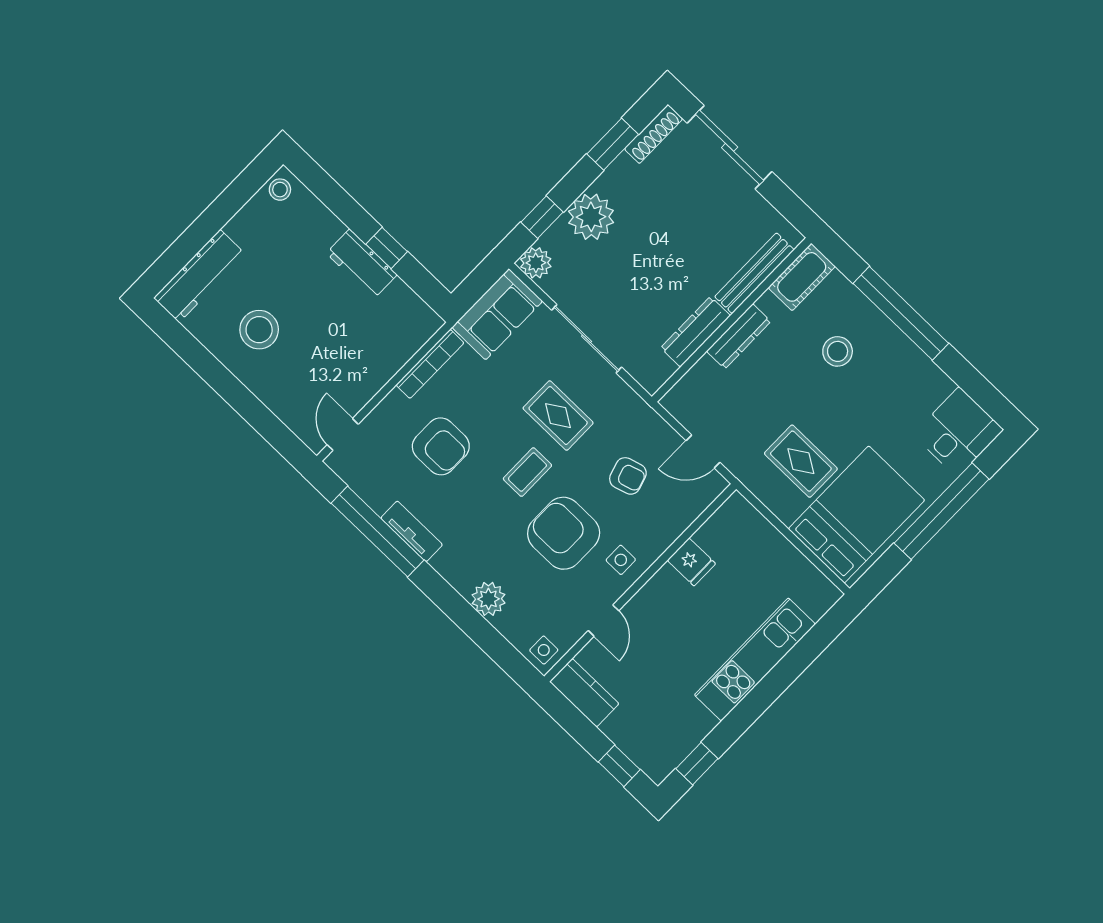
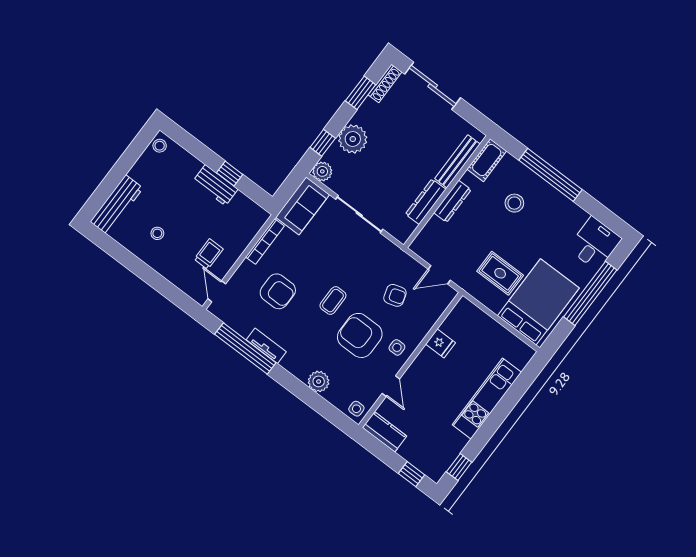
stool: (259, 330) -> (157, 233), width x0.53, depth x0.53
trolley: (337, 373) -> (209, 254), added
rug: (558, 416) -> (348, 264), removed

